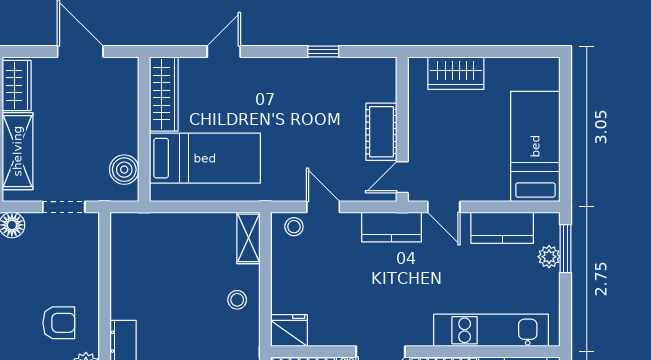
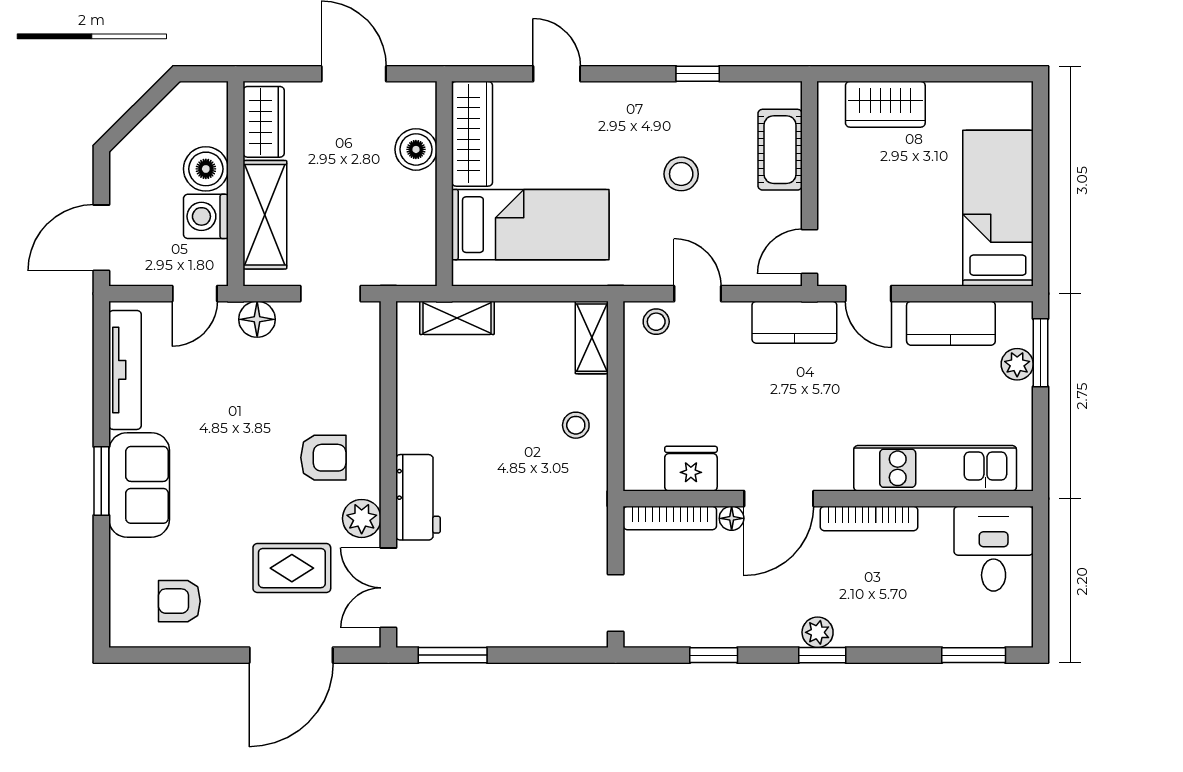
door: (224, 52) -> (557, 74), hinge flipped
stool: (312, 122) -> (681, 174), added
cot: (381, 132) -> (780, 150), moved
boiler: (124, 170) -> (416, 149), moved
shelving: (153, 224) -> (457, 318), added
fridge: (289, 331) -> (691, 469), moved

